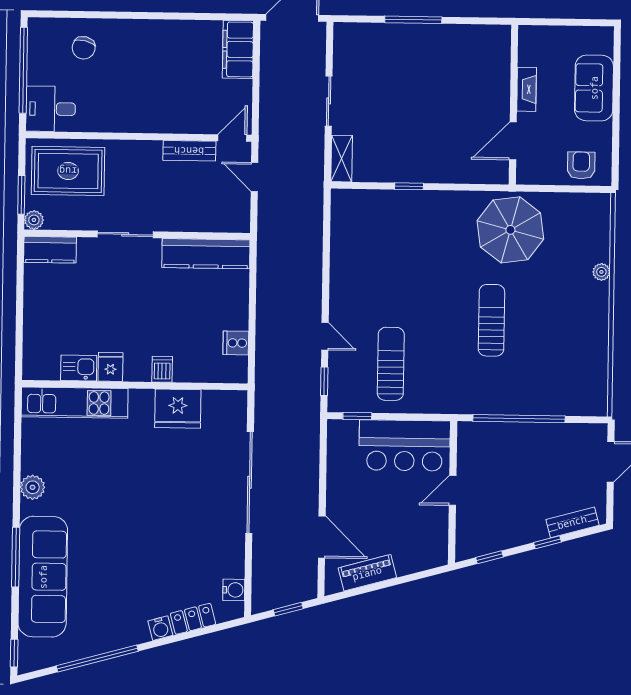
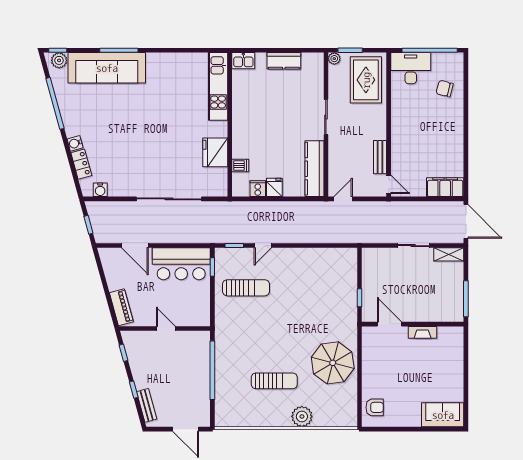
sofa: (594, 88) -> (443, 415), moved
fireplace: (527, 89) -> (423, 332), moved
wall: (513, 105) -> (413, 324), moved
desk: (51, 109) -> (411, 68), width x1.37
door: (513, 141) -> (390, 324), moved
shelving: (342, 159) -> (449, 254), moved
door: (254, 177) -> (343, 199), moved
kitchen counter: (50, 250) -> (284, 61), moved, turned -90
plant: (601, 272) -> (302, 416), width x1.87, depth x1.87
sun lounger: (491, 320) -> (274, 381), moved
fridge: (110, 367) -> (274, 187), moved, turned -90
kitchen sink: (79, 368) -> (243, 61), moved, turned 90
dishwasher: (162, 369) -> (240, 166), moved
bar counter: (405, 445) -> (181, 264), moved, turned -90
plant: (33, 487) -> (59, 60), moved
door: (322, 537) -> (135, 246), hinge flipped
piano: (367, 573) -> (121, 307), moved

